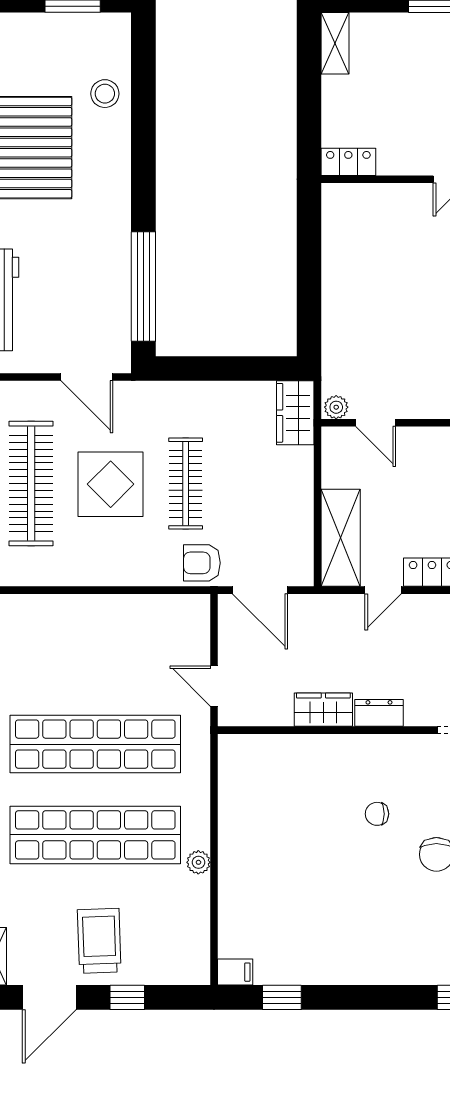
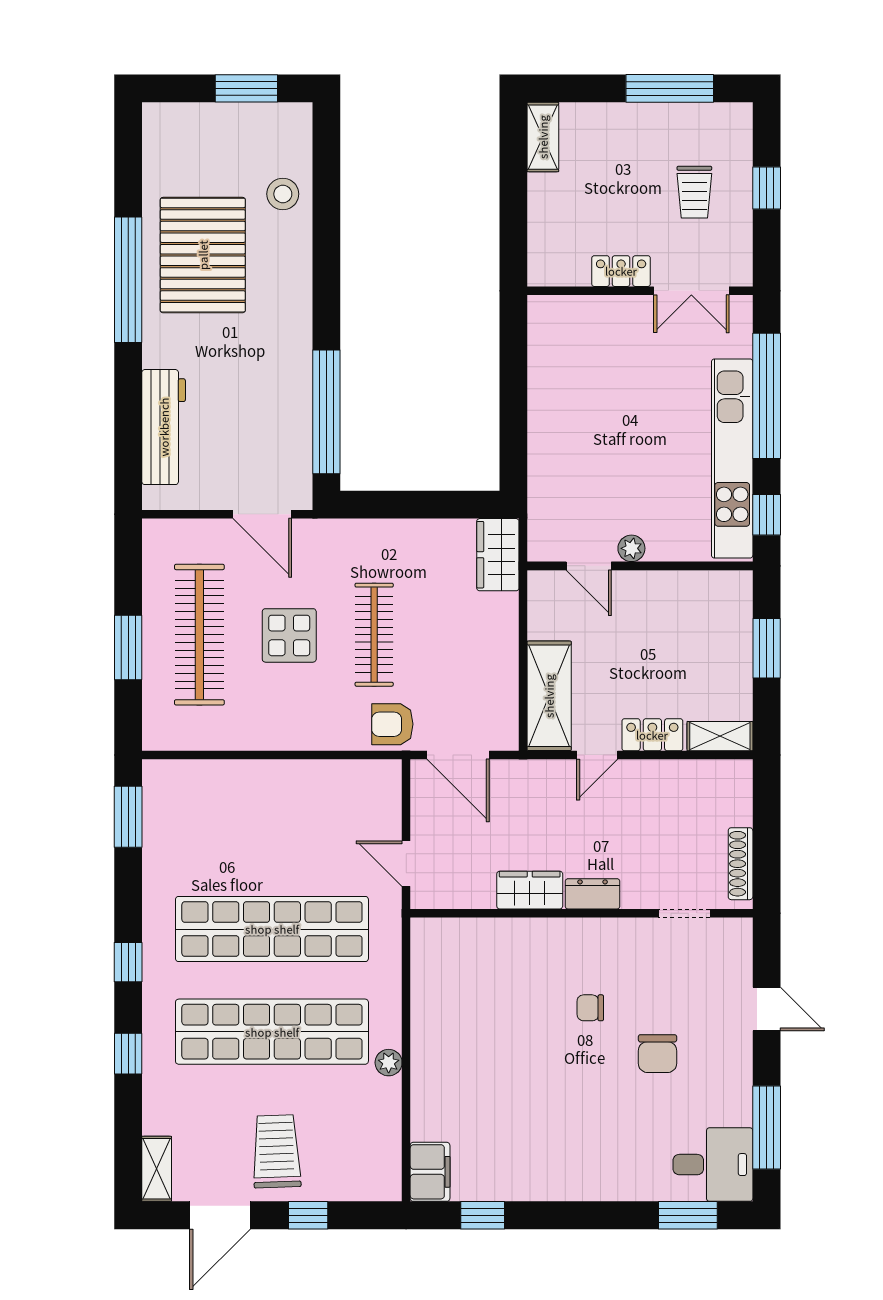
locker: (348, 162) -> (621, 271), moved
plant: (336, 407) -> (631, 548), moved
display table: (111, 484) -> (289, 635), width x0.73, depth x0.73
filing cabinet: (235, 972) -> (430, 1172), width x2.00

